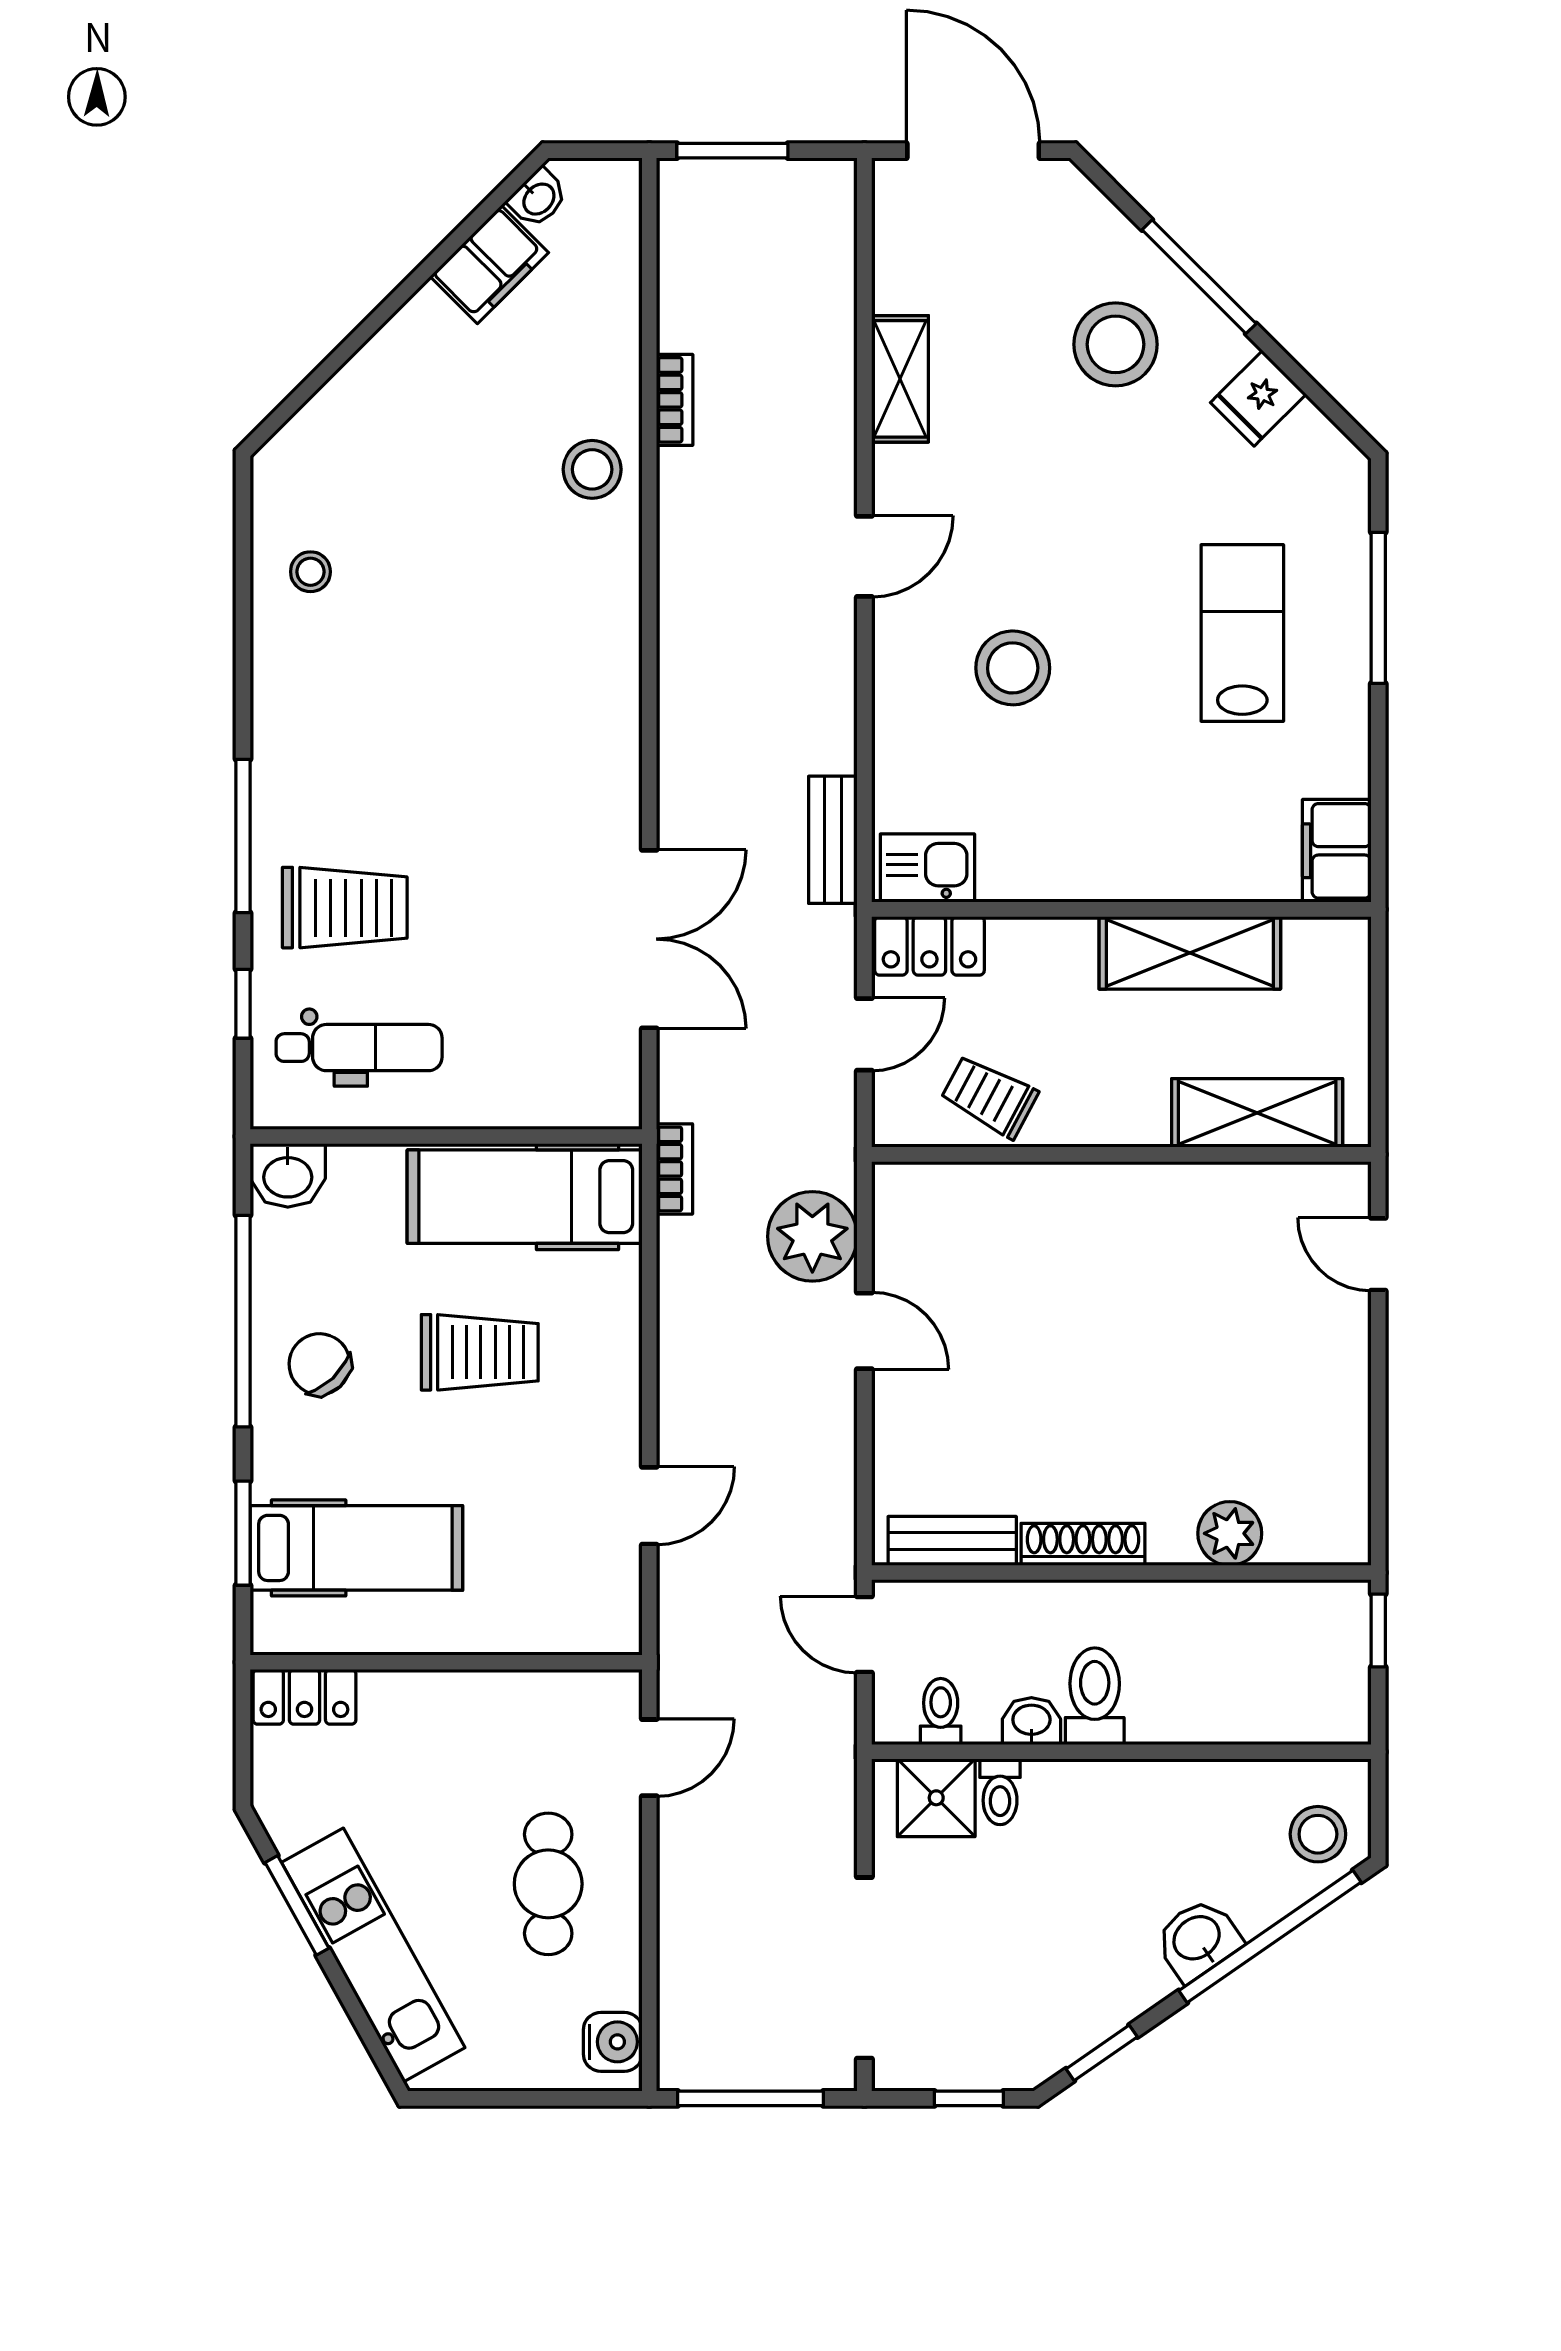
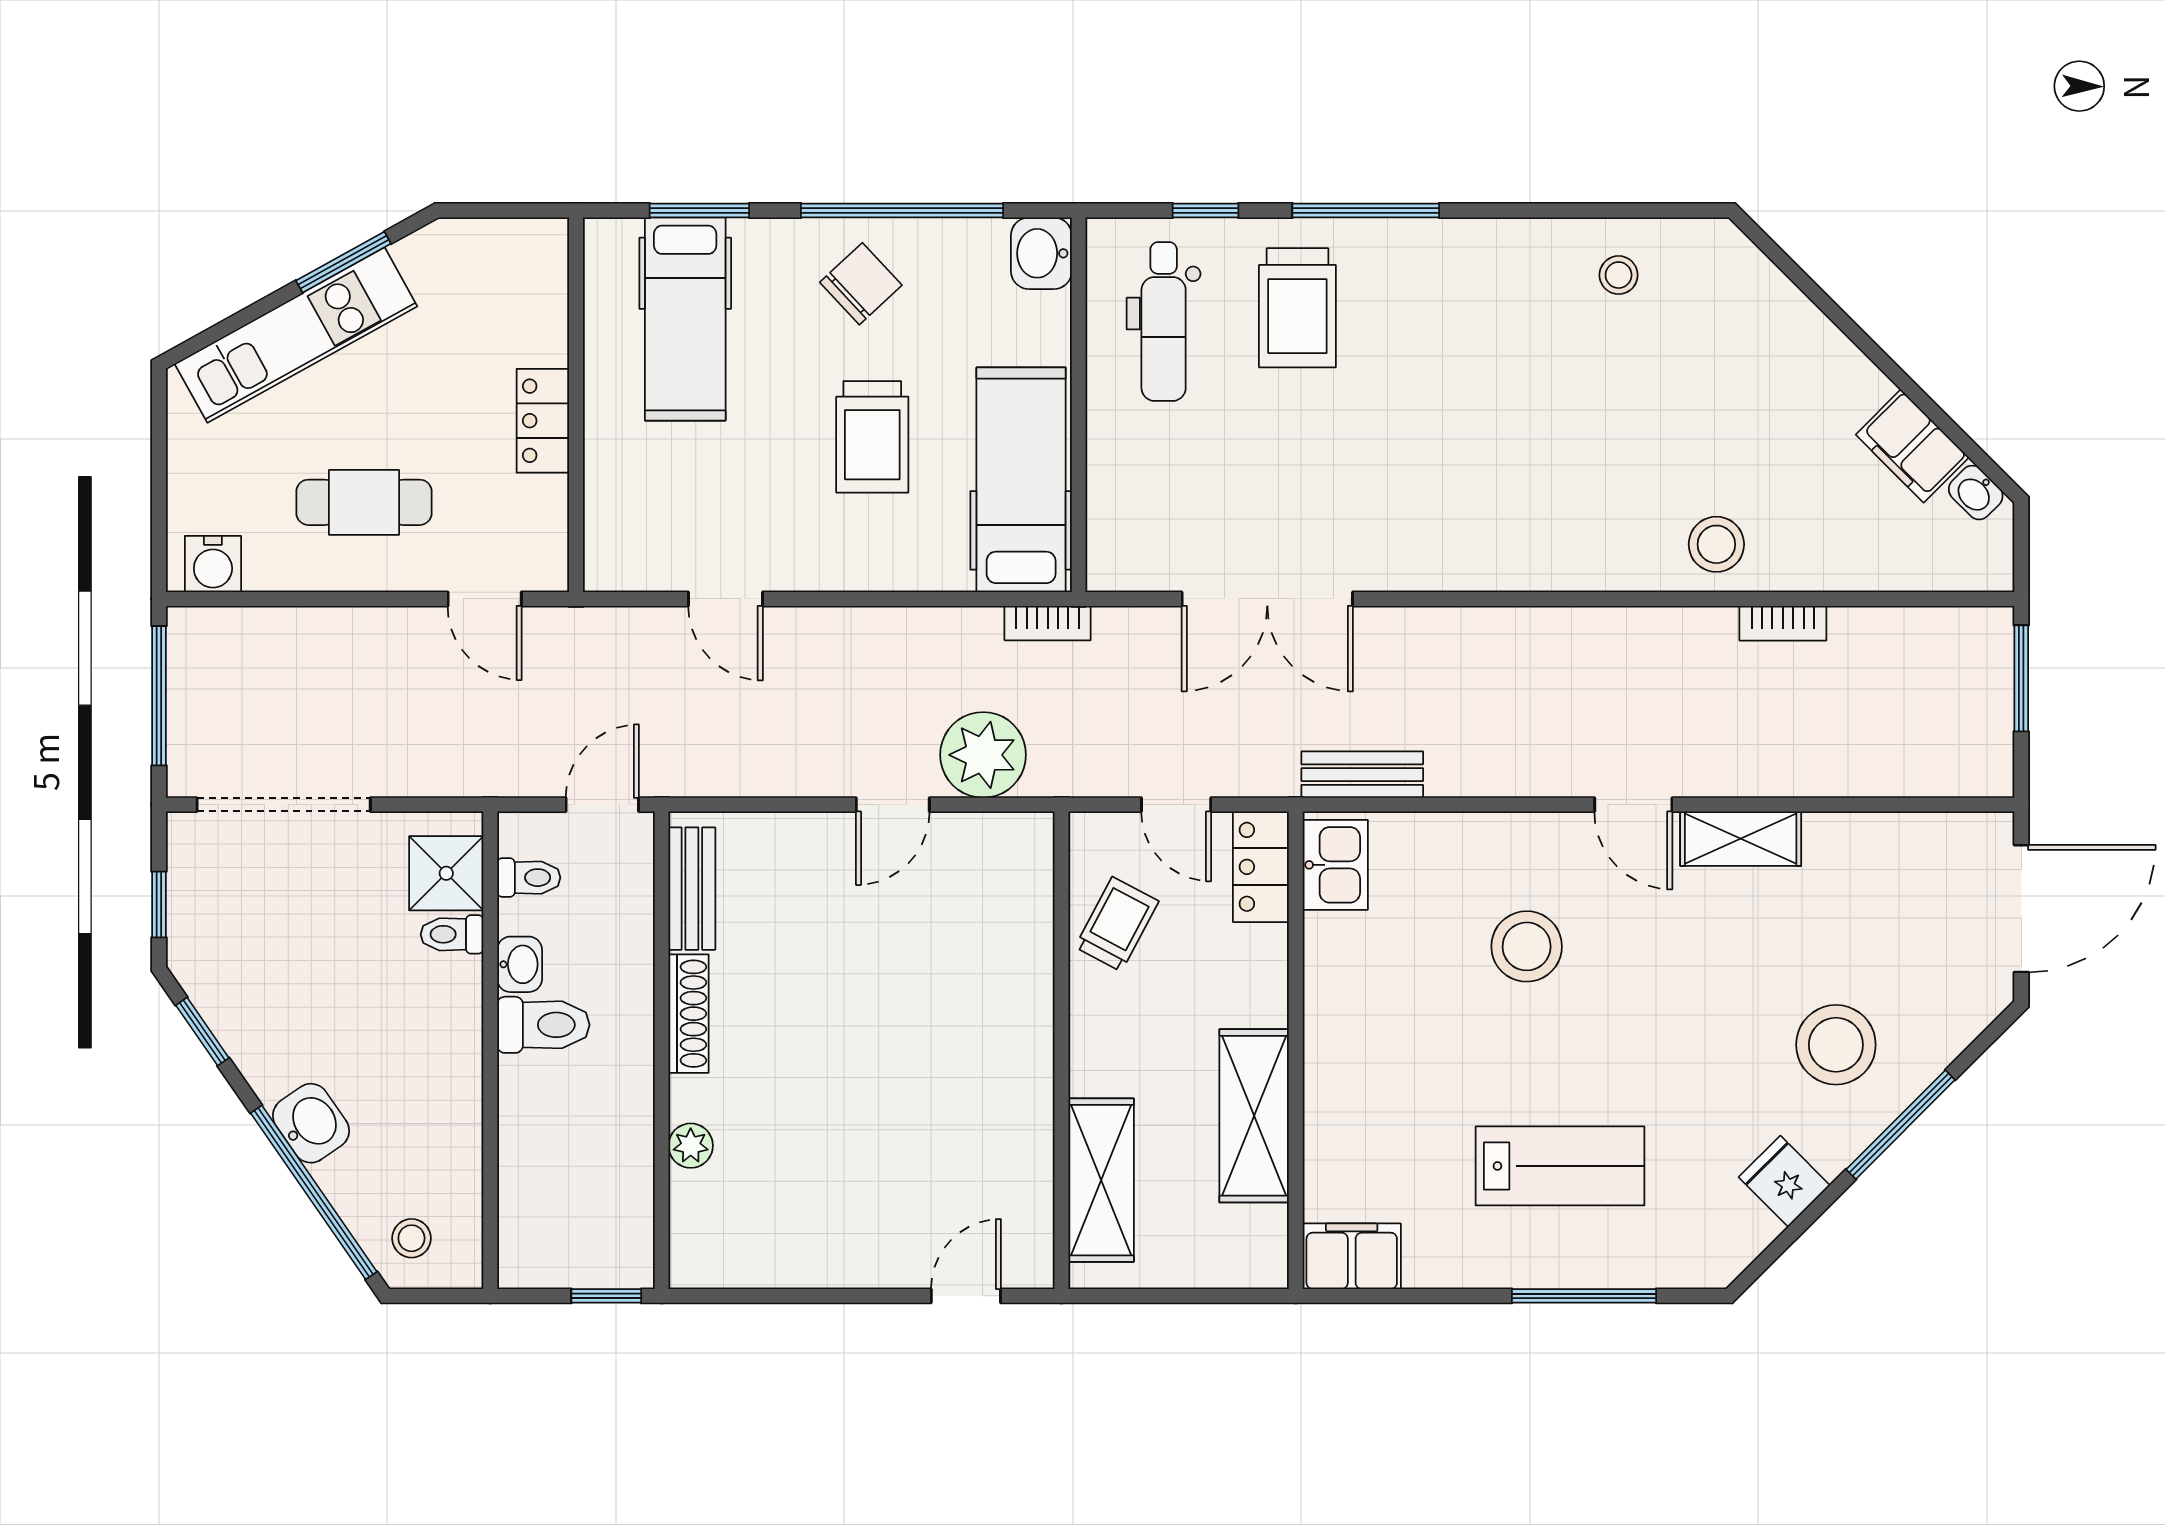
shelving: (900, 379) -> (1741, 839), moved
plant: (1230, 1533) -> (691, 1146), width x0.73, depth x0.73
locker: (304, 1697) -> (543, 421), moved
stool: (1318, 1834) -> (411, 1238), width x0.73, depth x0.73

